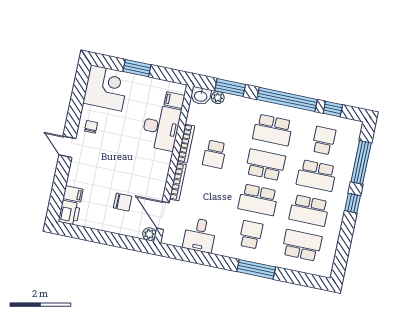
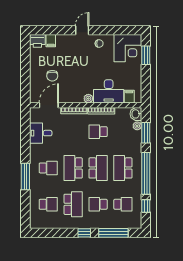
window: (137, 68) -> (146, 55), moved
school desk: (316, 175) -> (98, 204), width x0.54
school desk: (309, 210) -> (73, 204), turned 180
plant: (149, 234) -> (88, 99), moved
school desk: (302, 245) -> (48, 204), width x0.54

